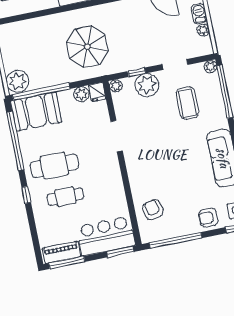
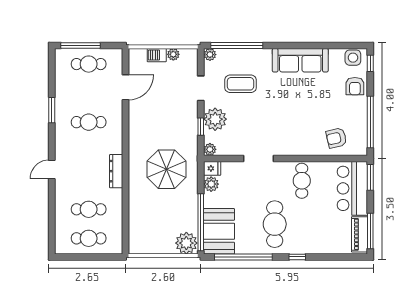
cafe table: (65, 197) -> (302, 181), moved

